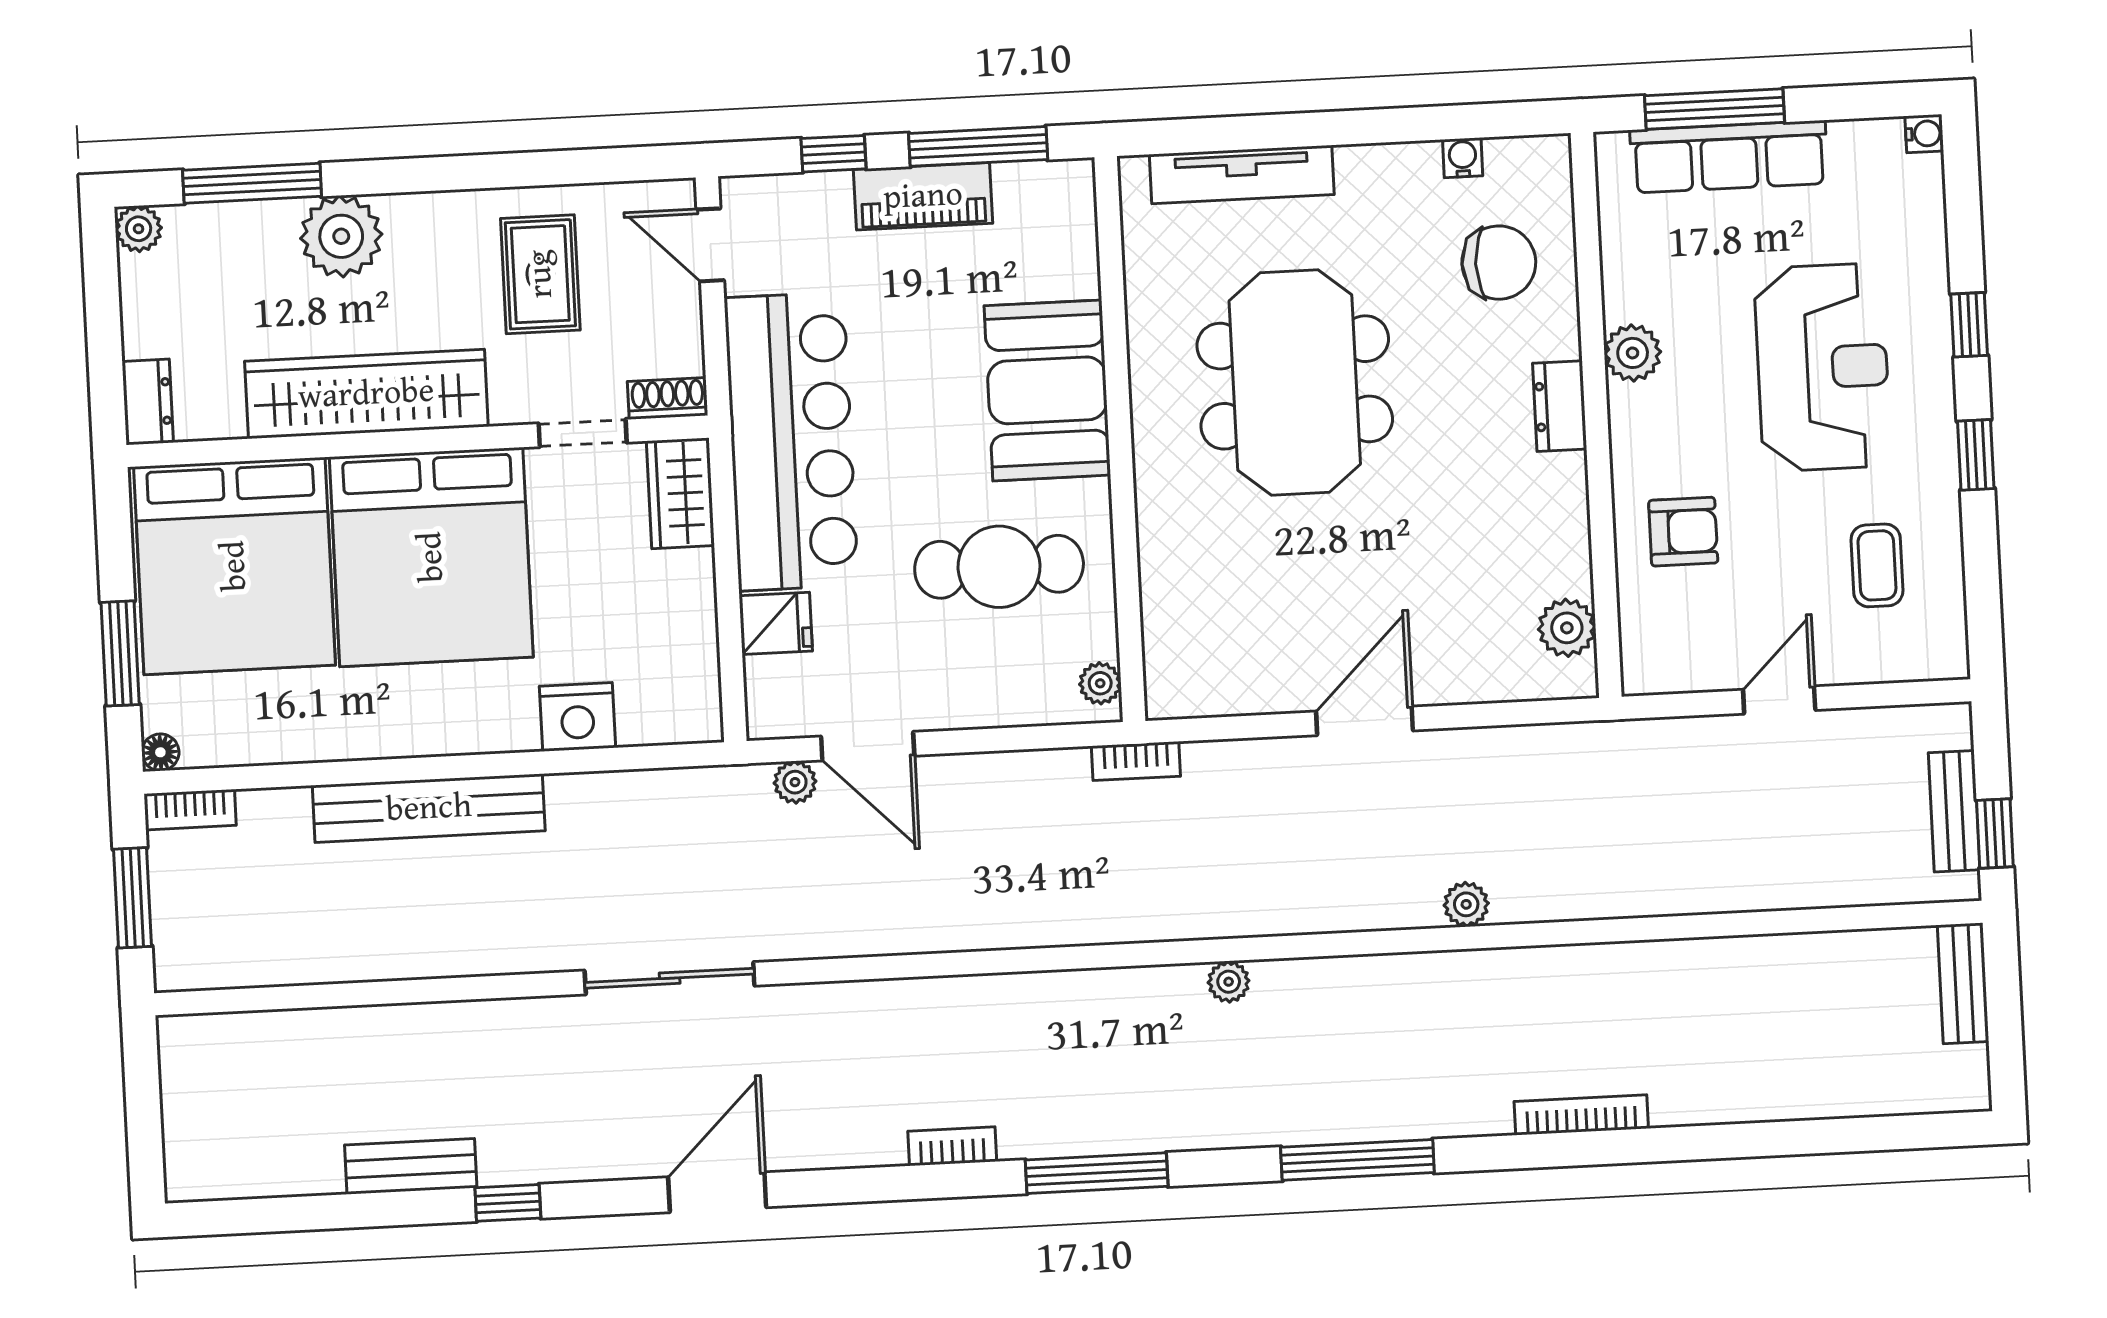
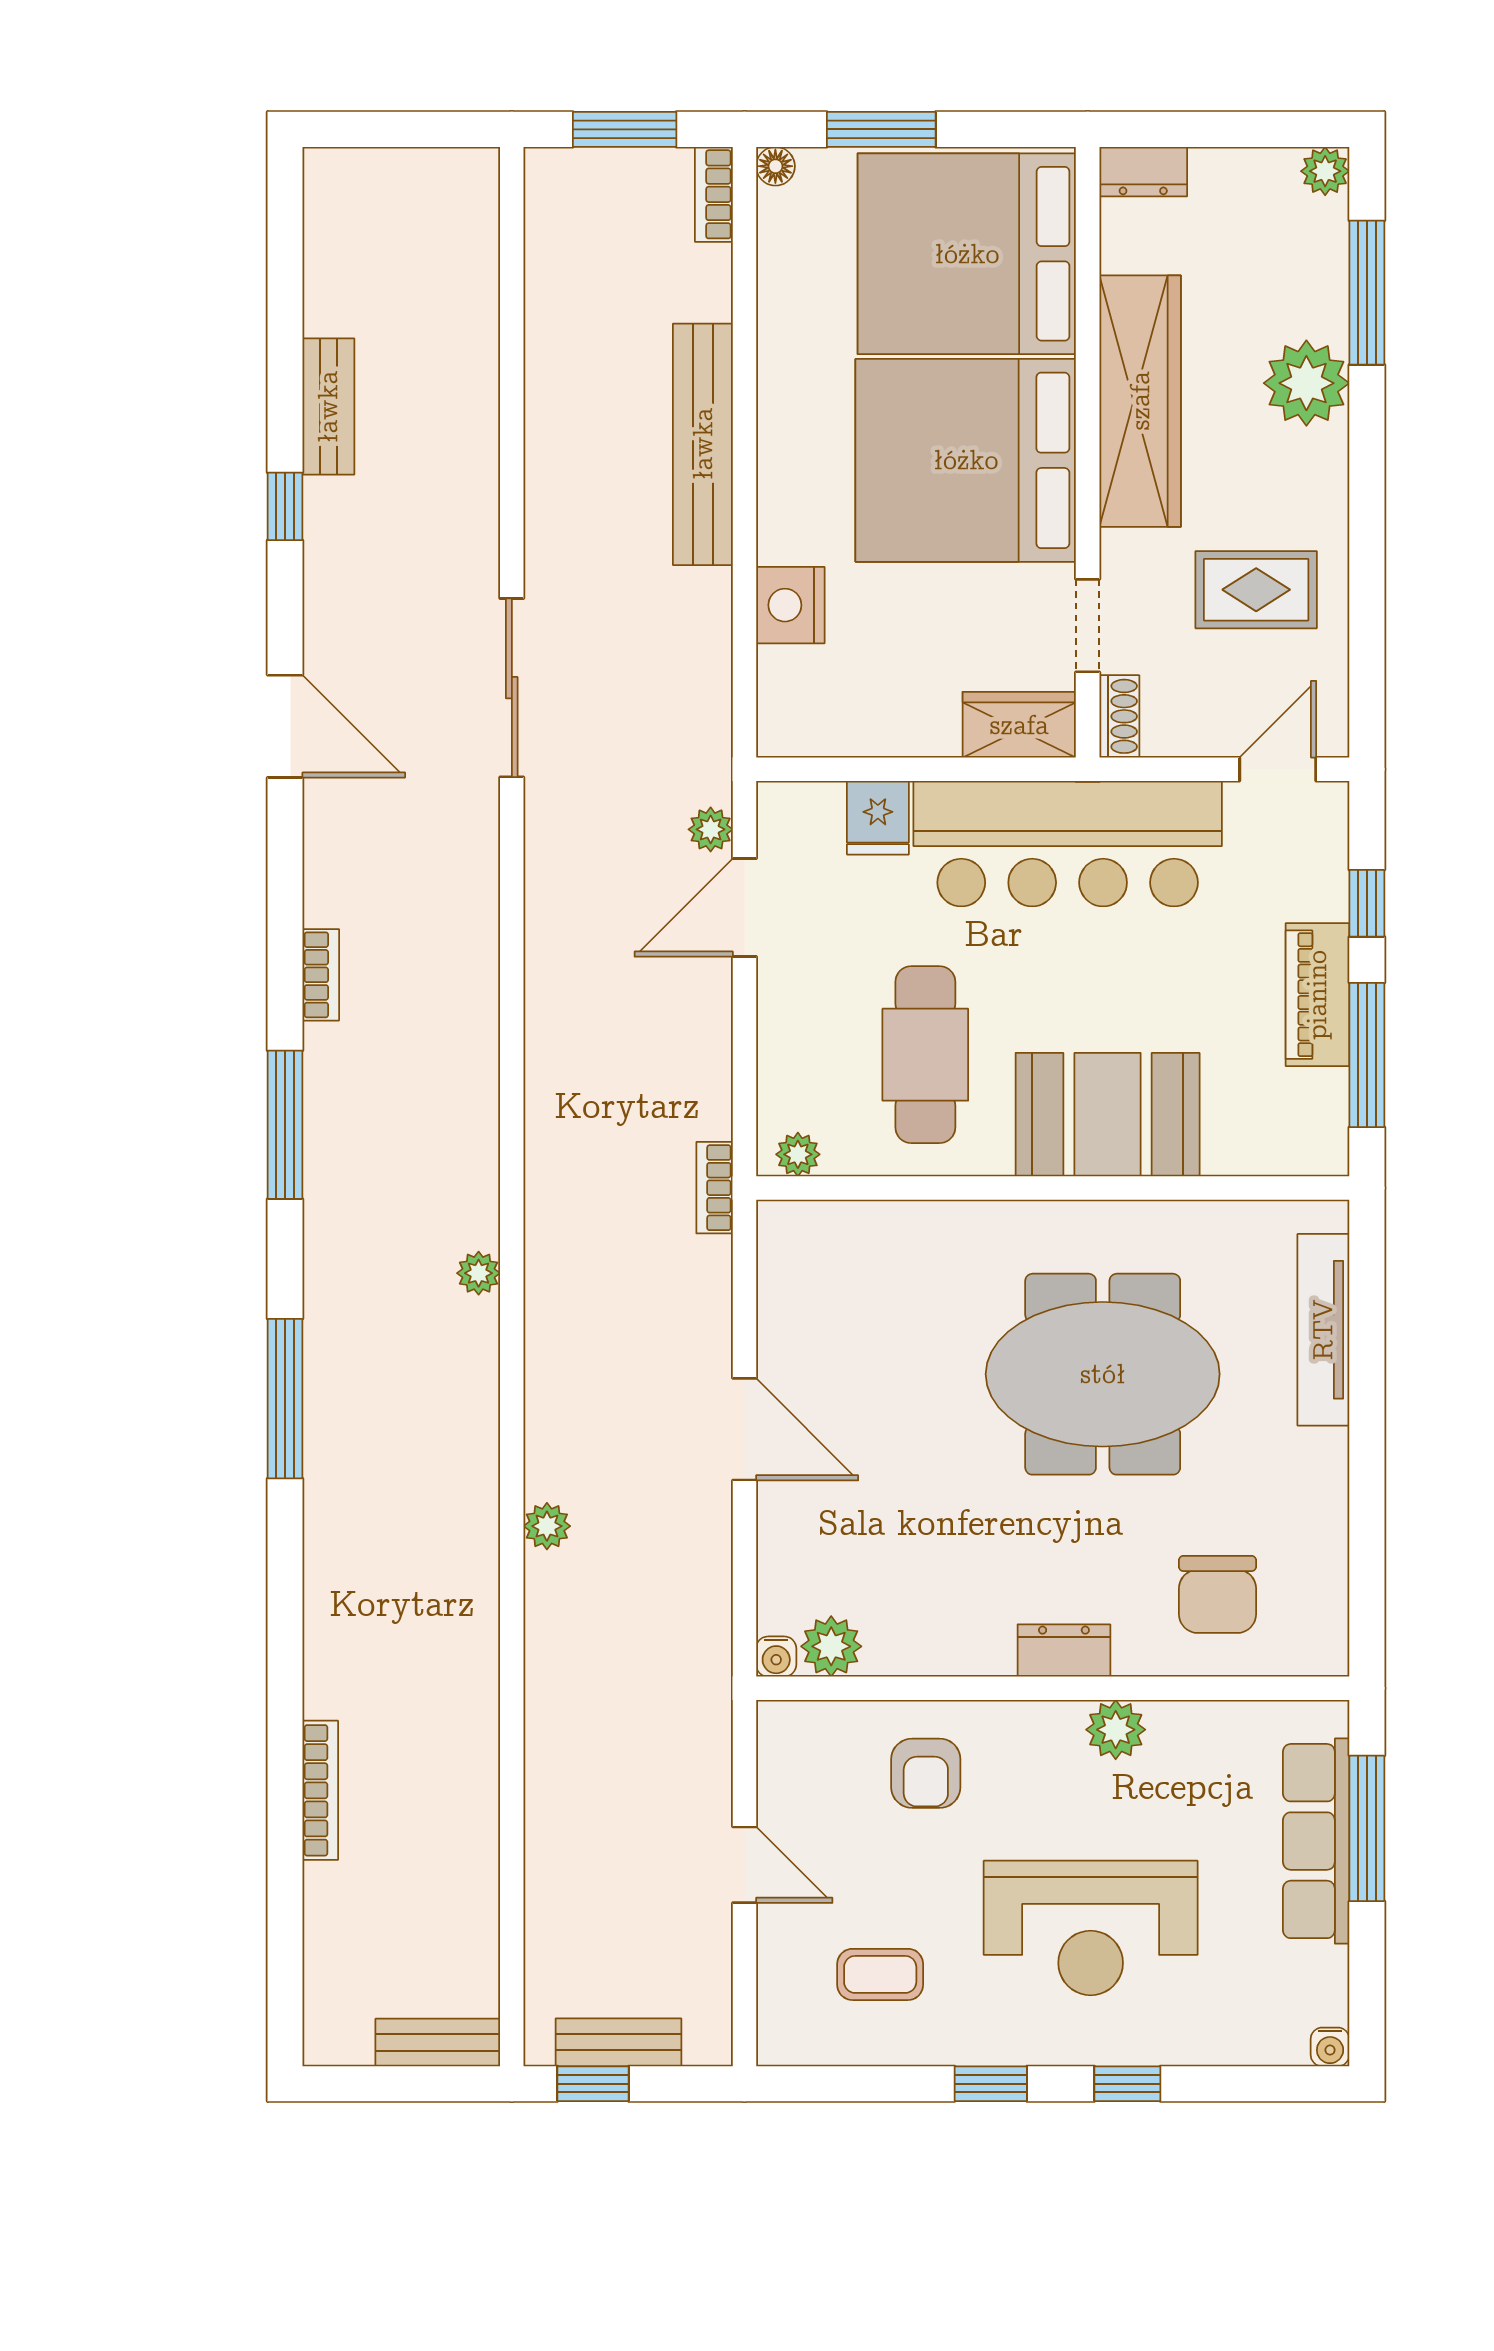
water cooler: (1463, 158) -> (776, 1657), moved, turned 90
bookcase: (1581, 1115) -> (320, 1790), moved

